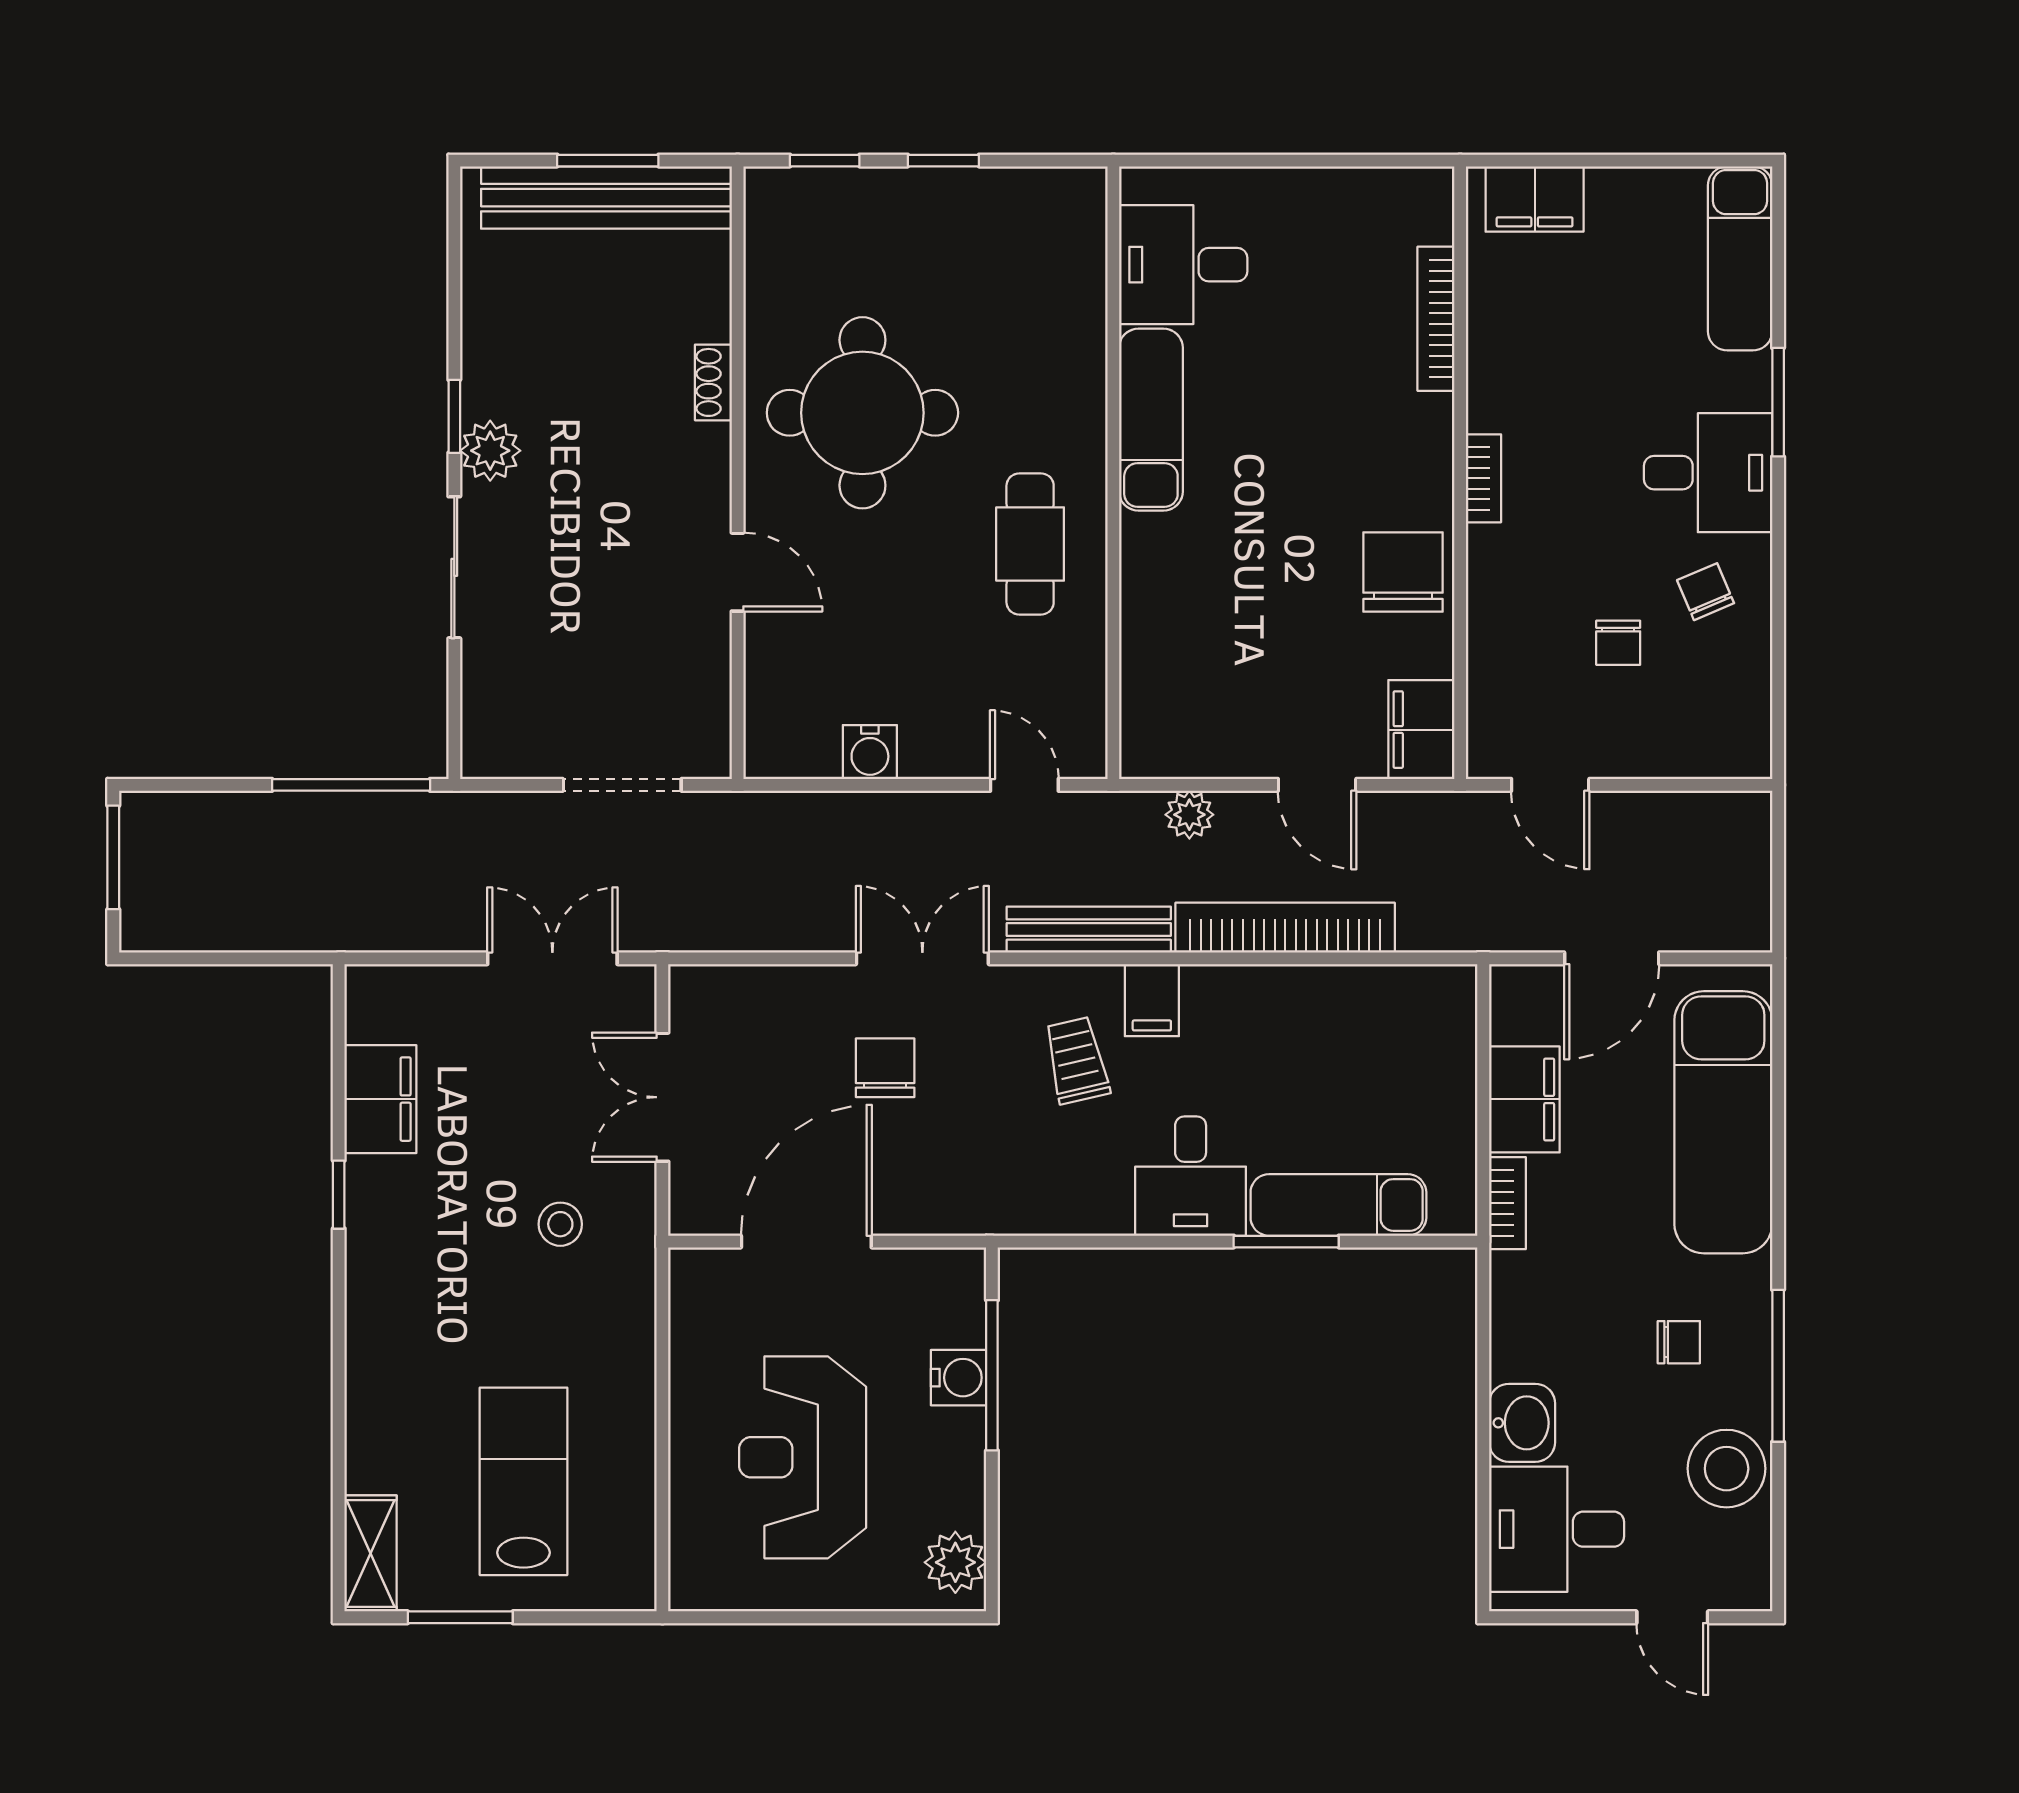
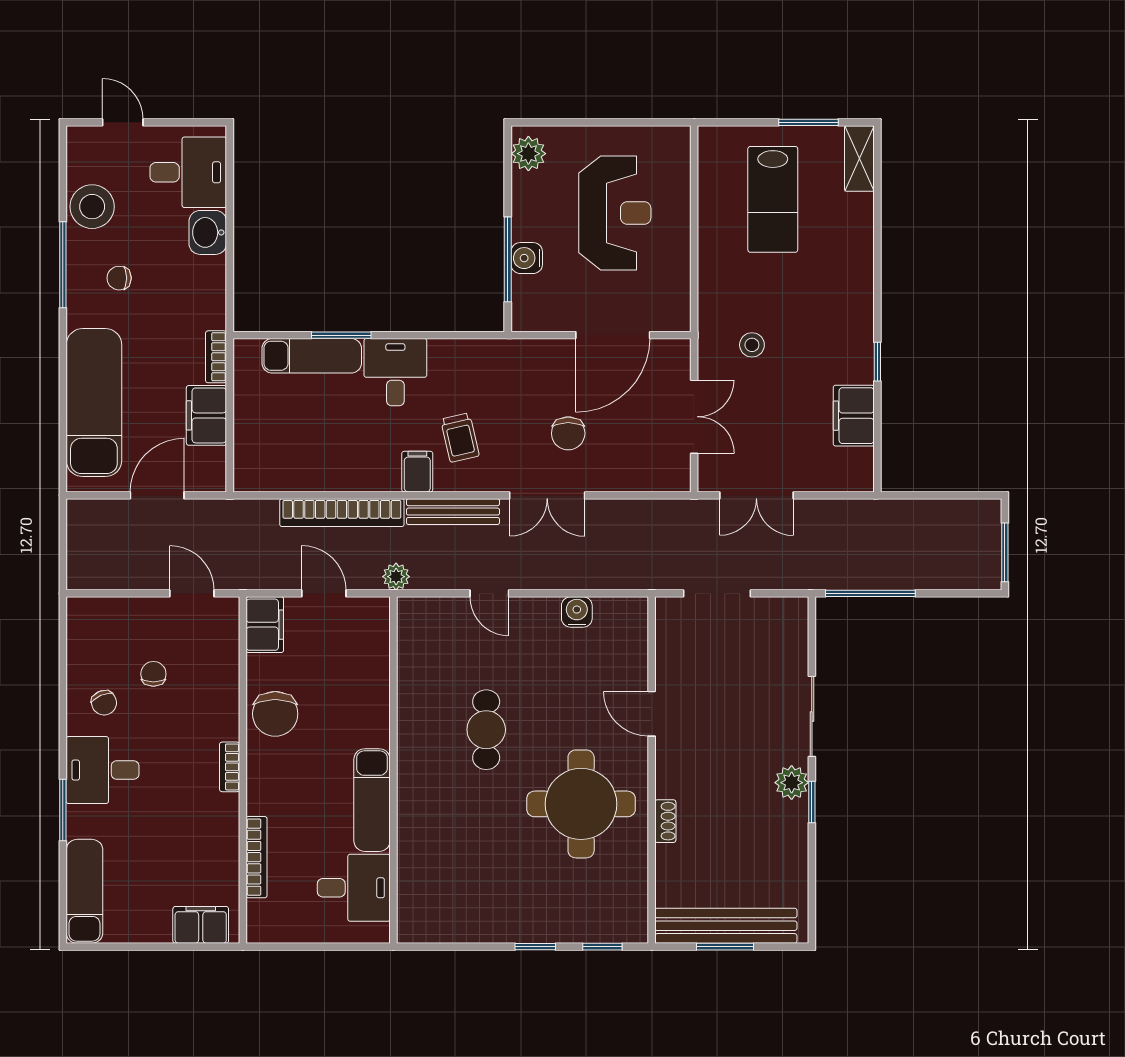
desk: (1183, 265) -> (354, 888), moved
exam couch: (1151, 420) -> (372, 800), moved
wall: (1113, 473) -> (393, 770), moved

